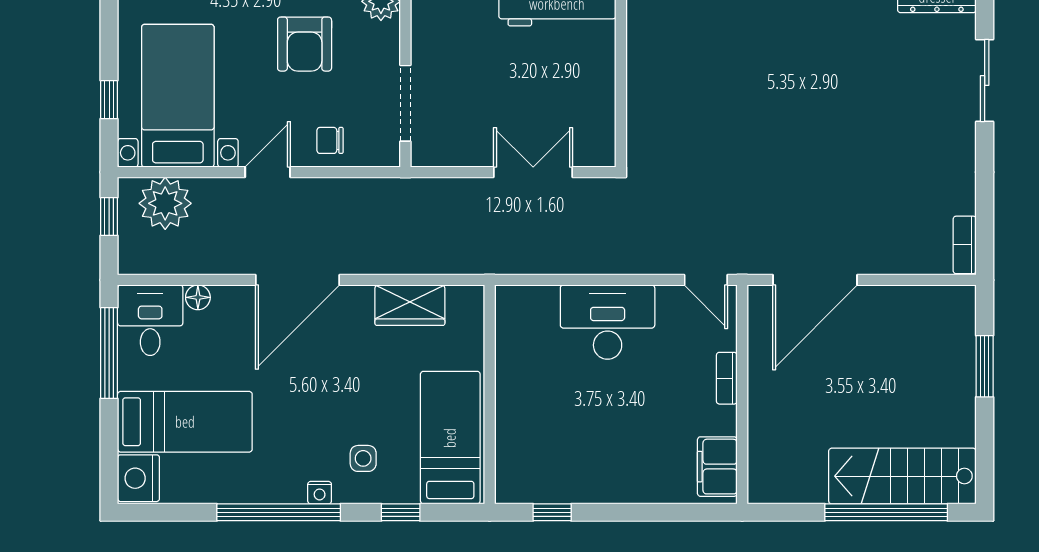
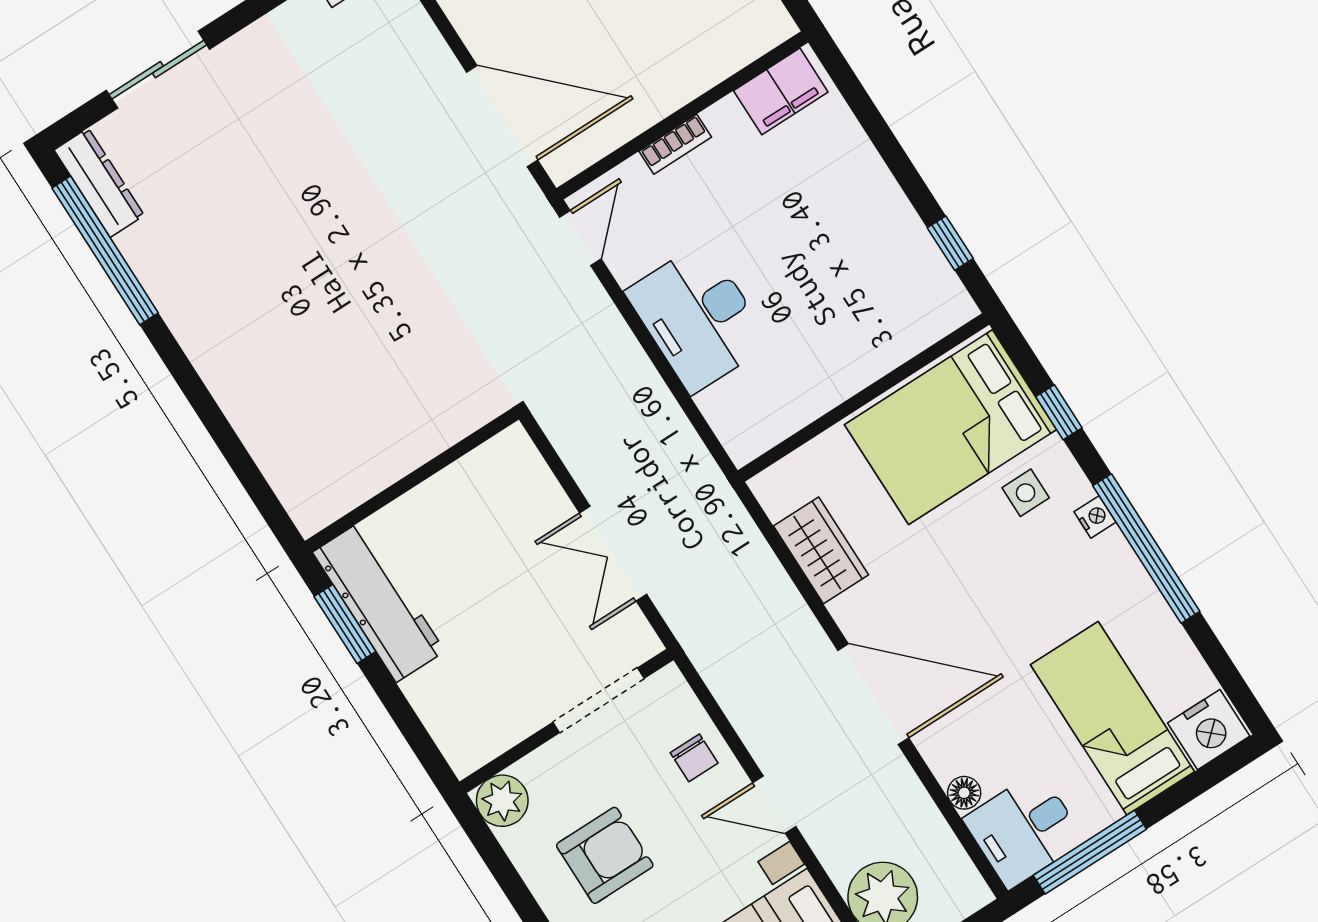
double door: (533, 172) -> (613, 554), moved
bed: (450, 438) -> (950, 427), width x1.50

